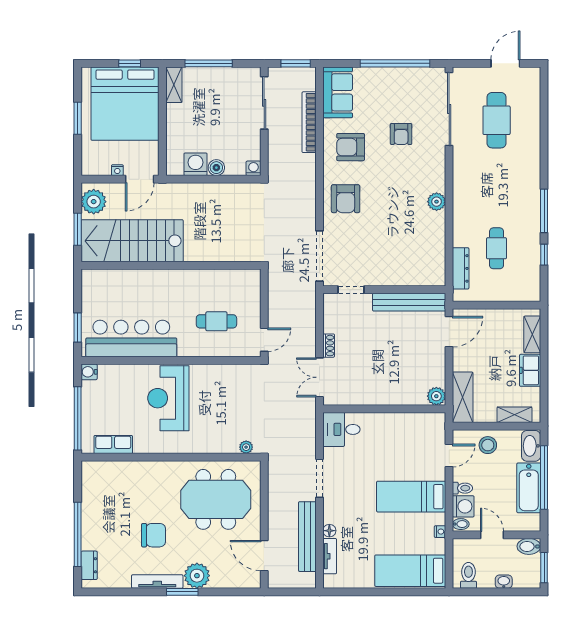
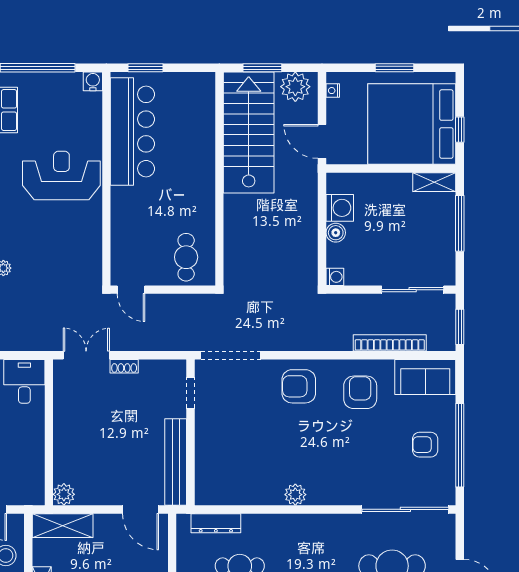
armchair: (401, 134) -> (425, 445), moved
nightstand: (117, 170) -> (333, 91), moved
cafe table: (216, 321) -> (186, 257), moved

